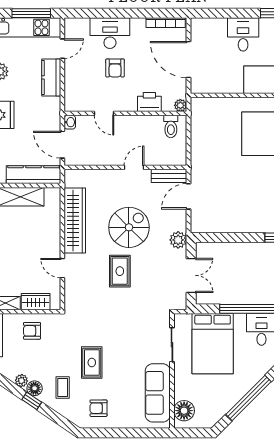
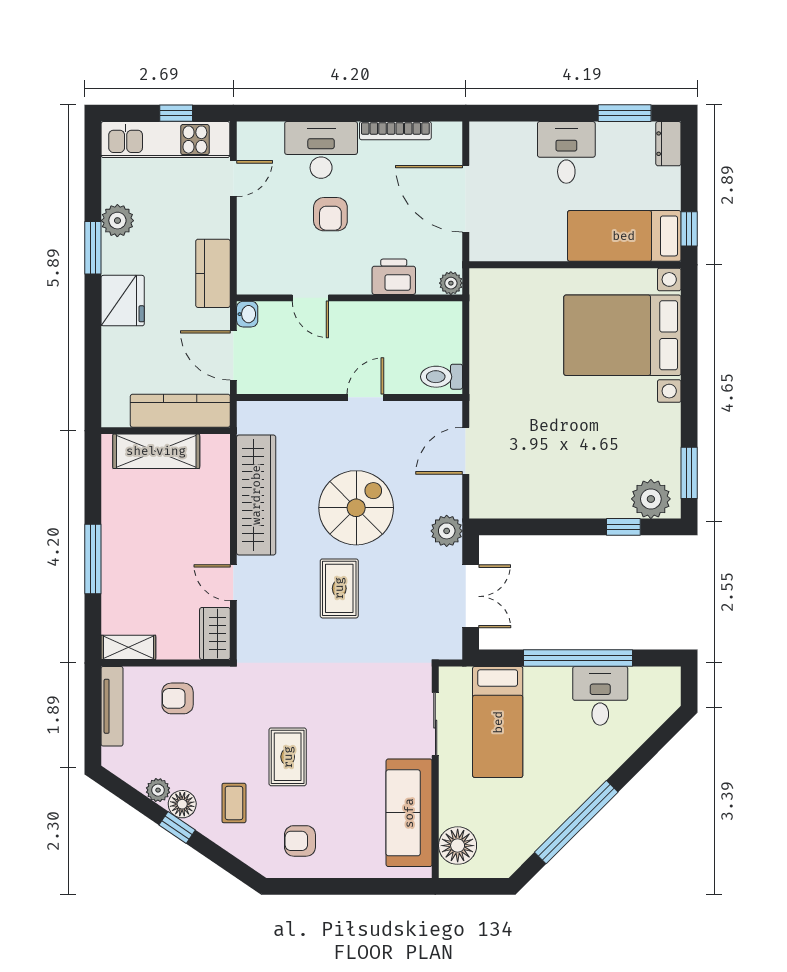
window: (31, 13) -> (176, 113), width x0.46
bookcase: (166, 23) -> (395, 131), moved
kitchen counter: (51, 77) -> (213, 273), moved
toilet: (171, 127) -> (442, 377), moved, turned 90
bench: (169, 176) -> (430, 413), removed
wardrobe: (36, 302) -> (215, 633), moved, turned -90
bed: (213, 344) -> (498, 722), width x0.67

